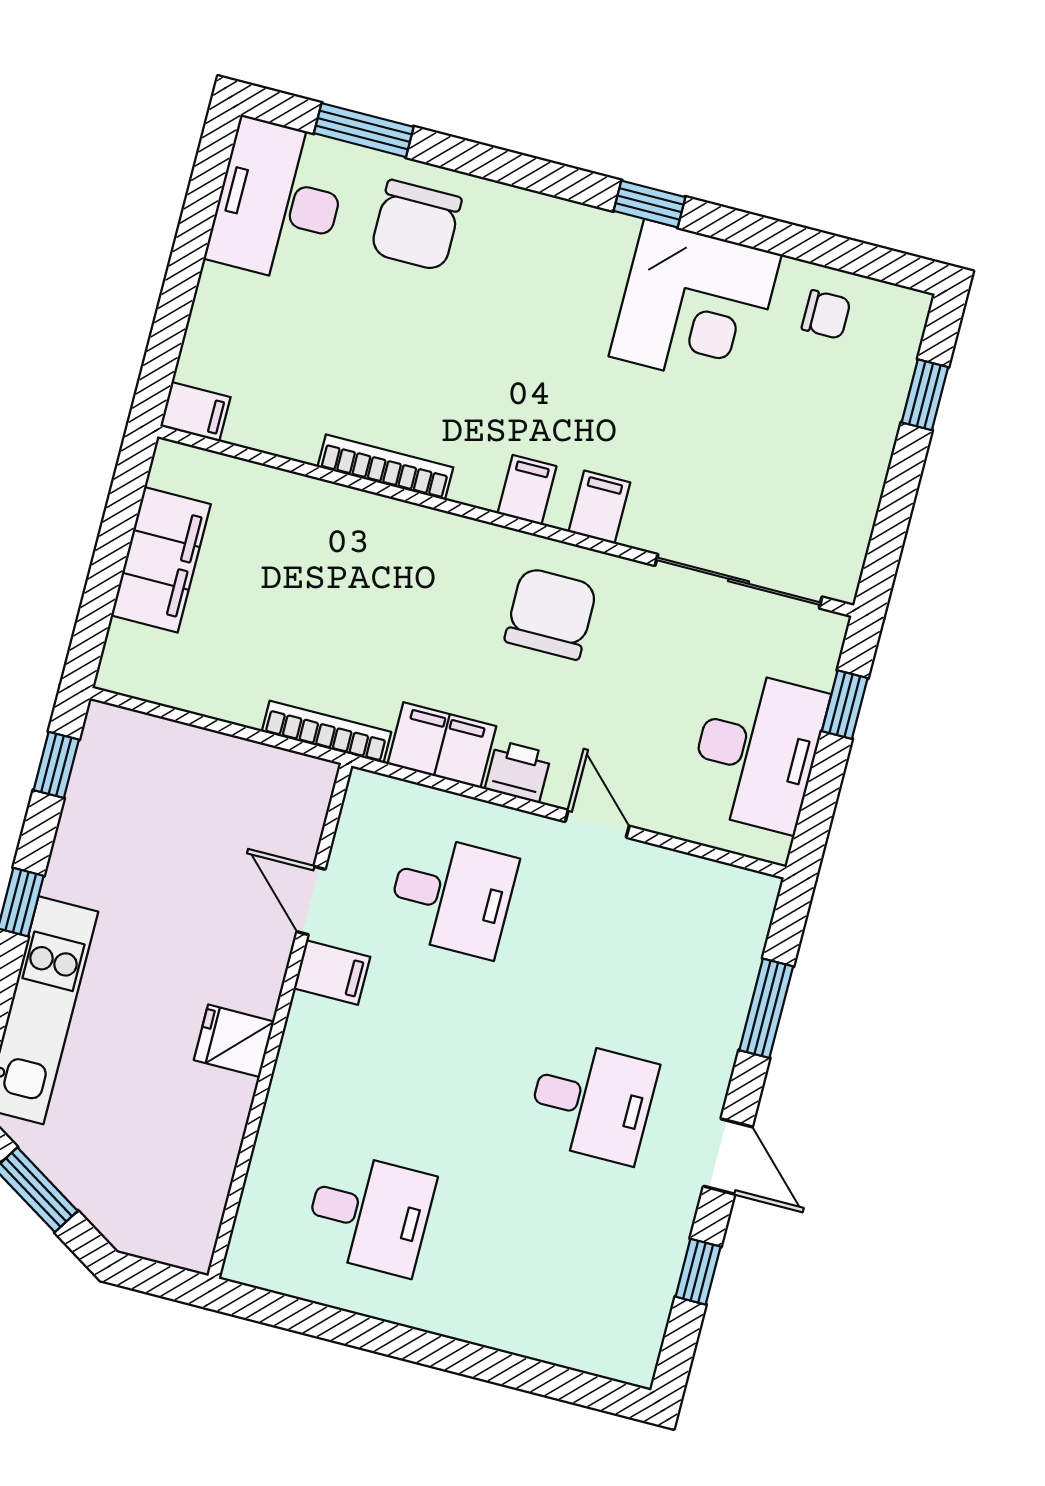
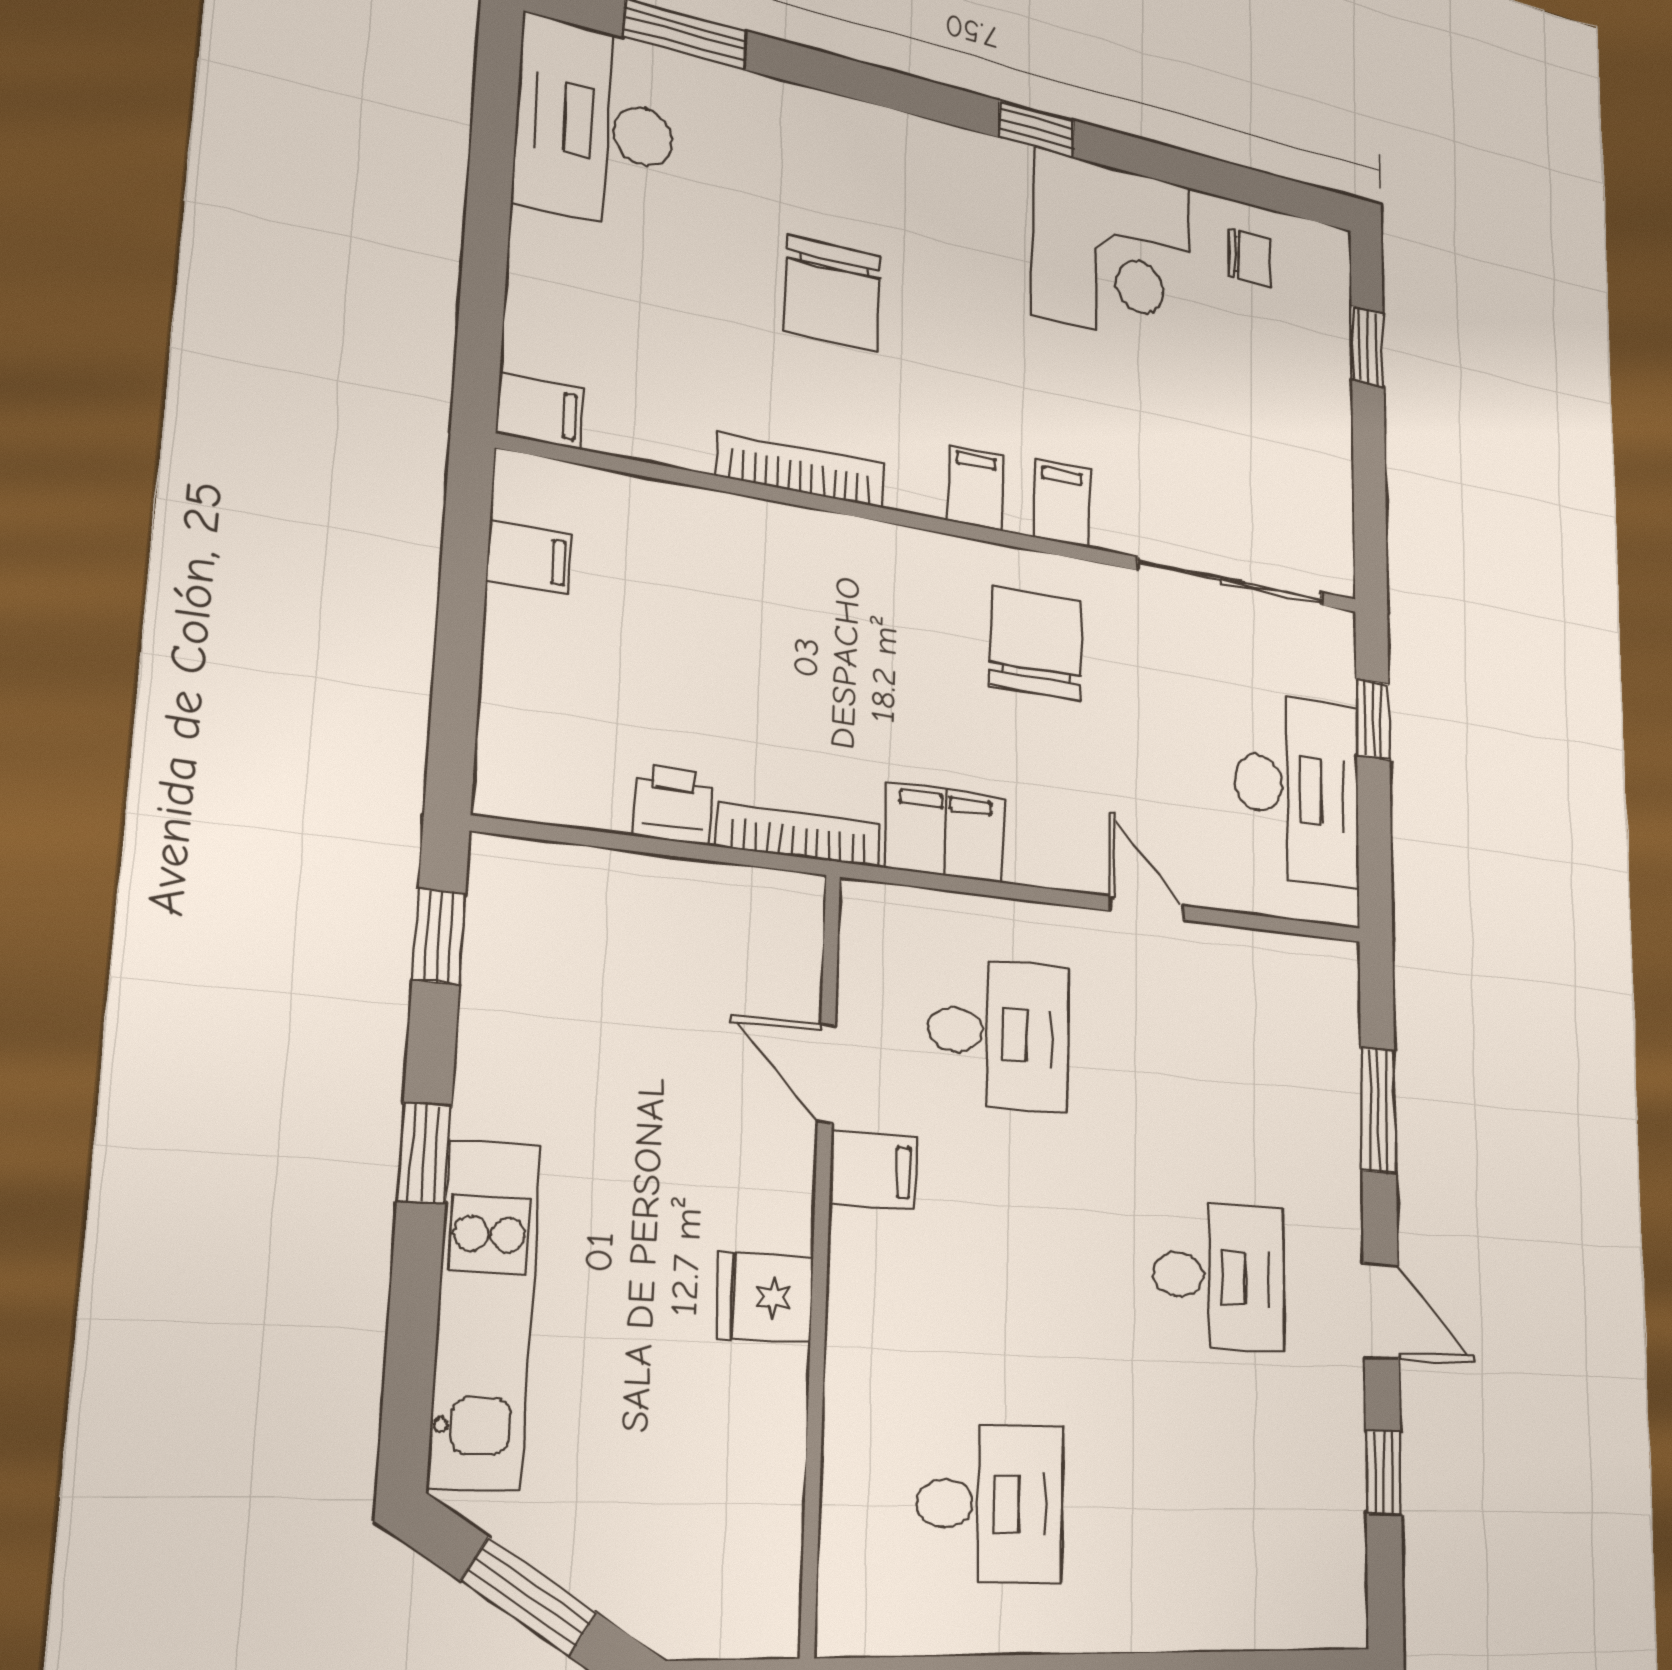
chair: (416, 225) -> (833, 293), moved
filing cabinet: (161, 560) -> (529, 558), width x0.33, depth x0.86
printer: (518, 772) -> (673, 805), moved

